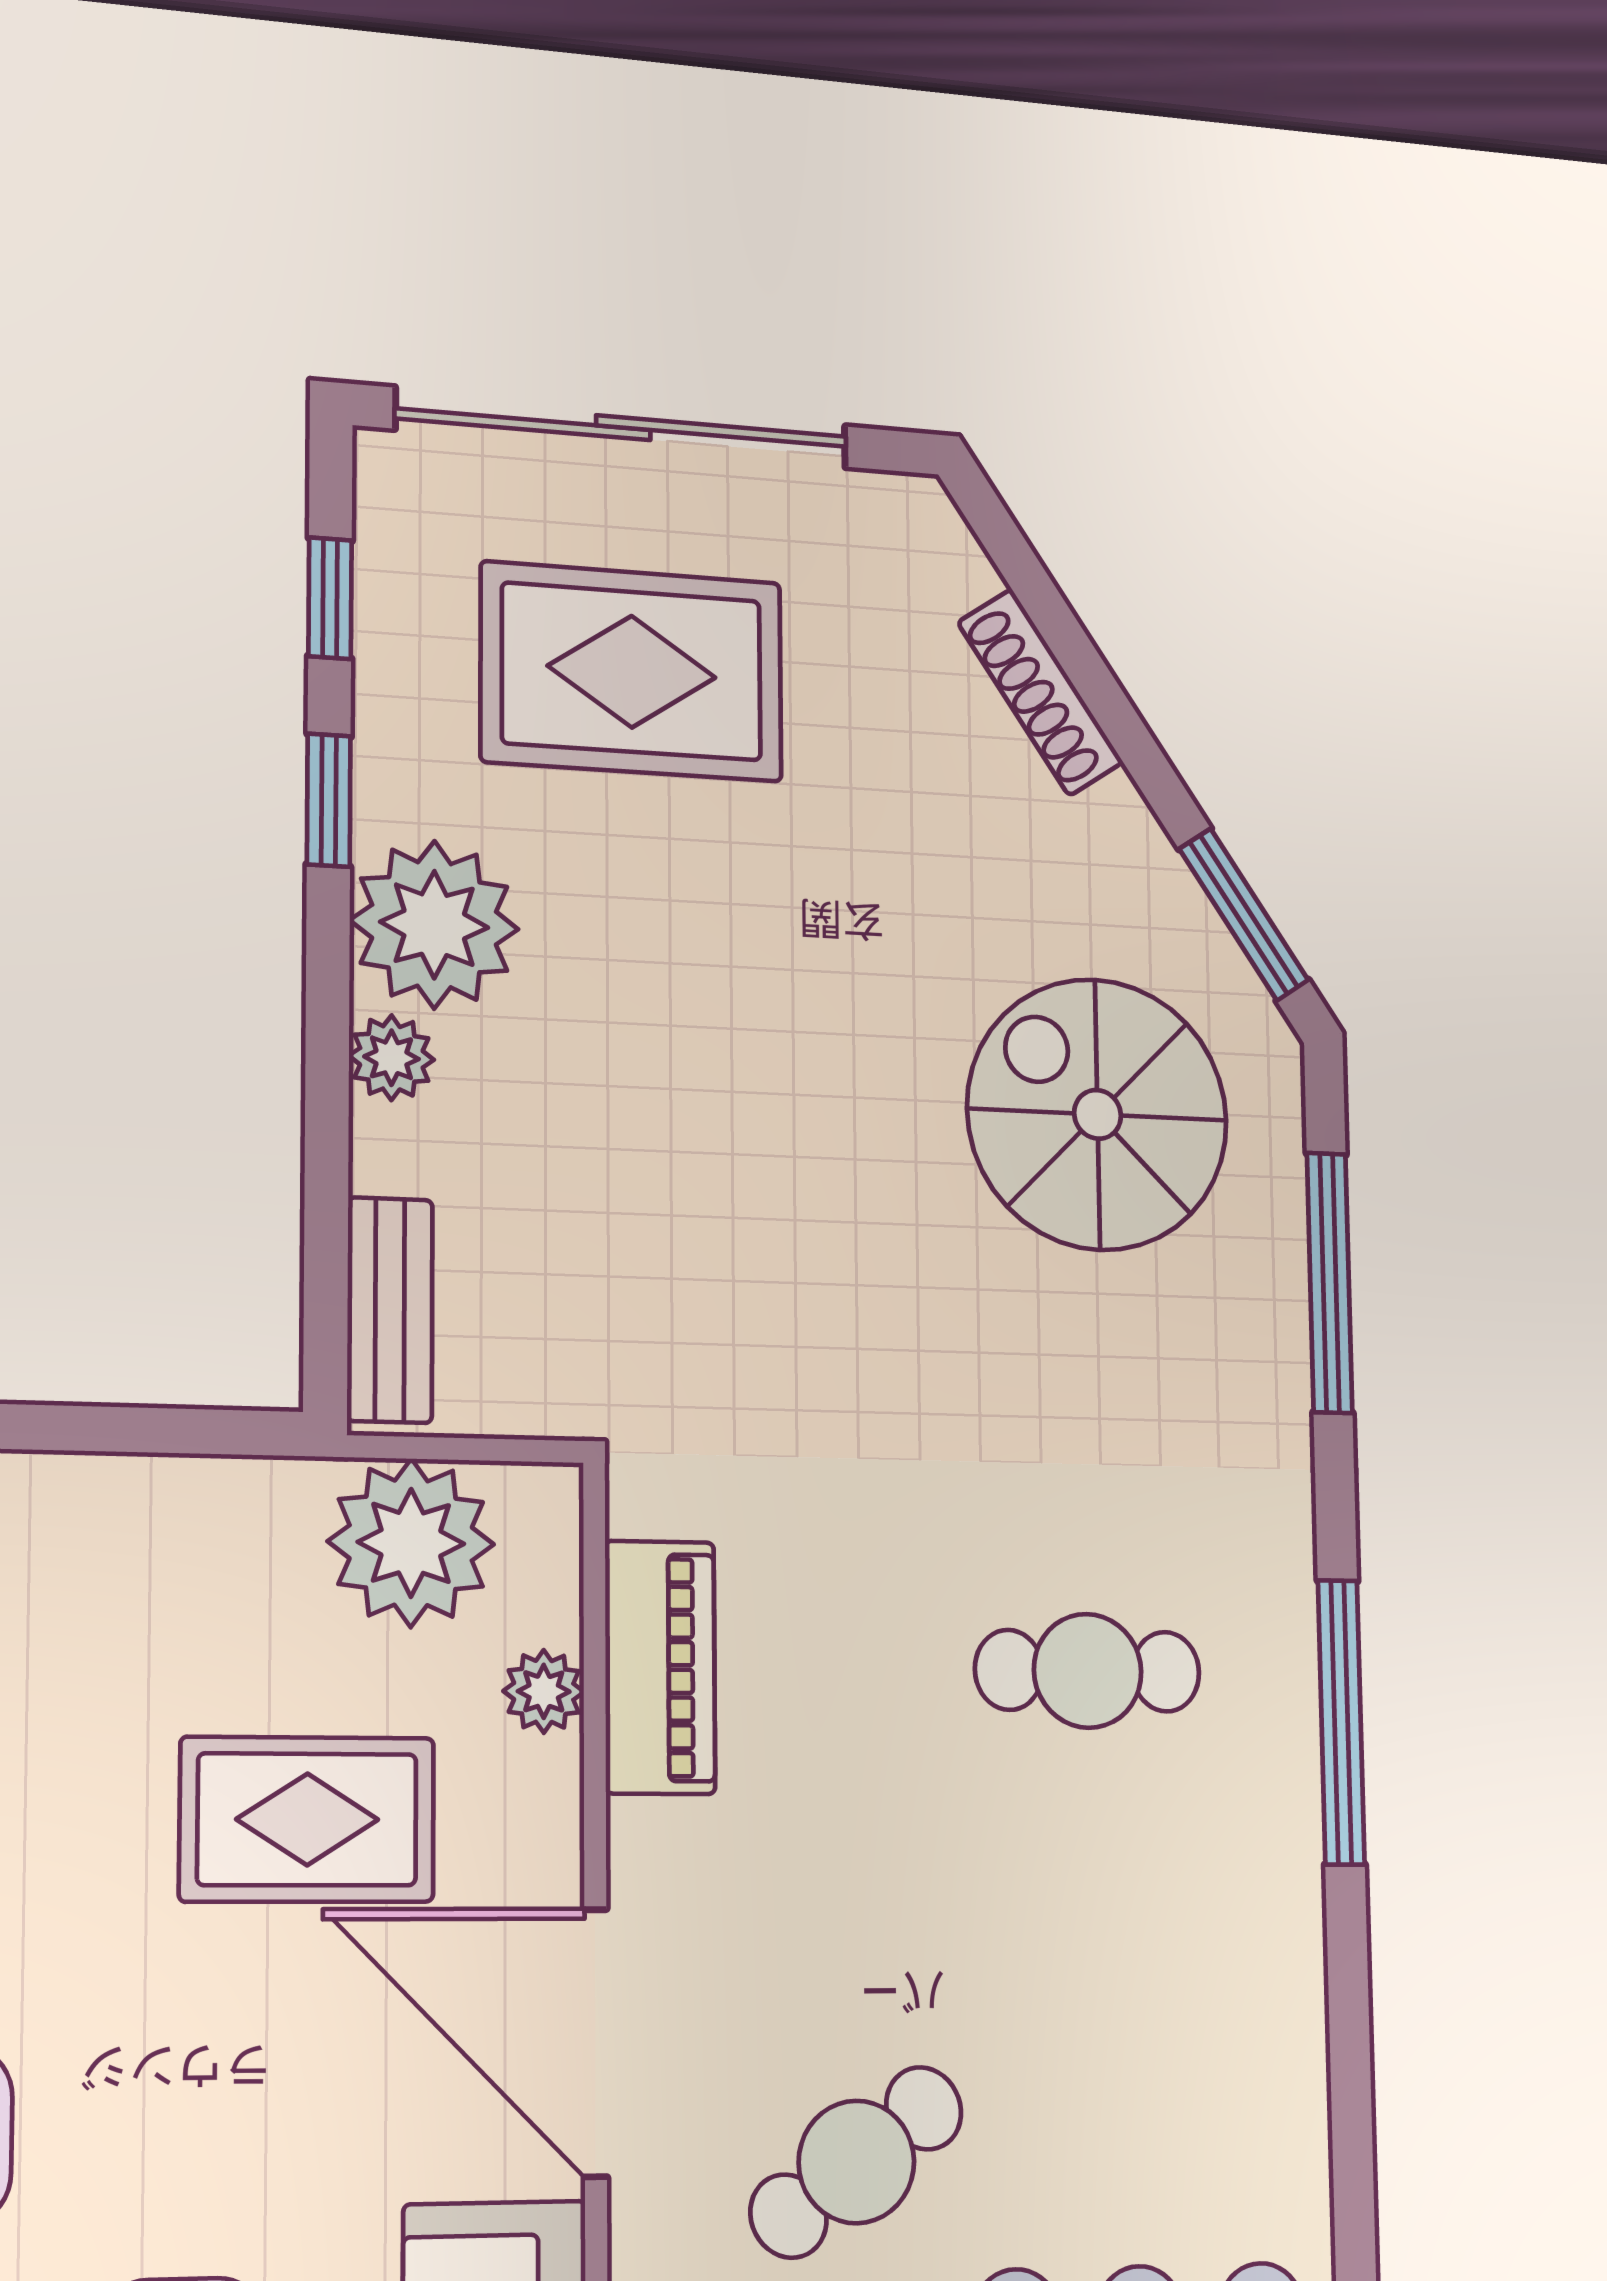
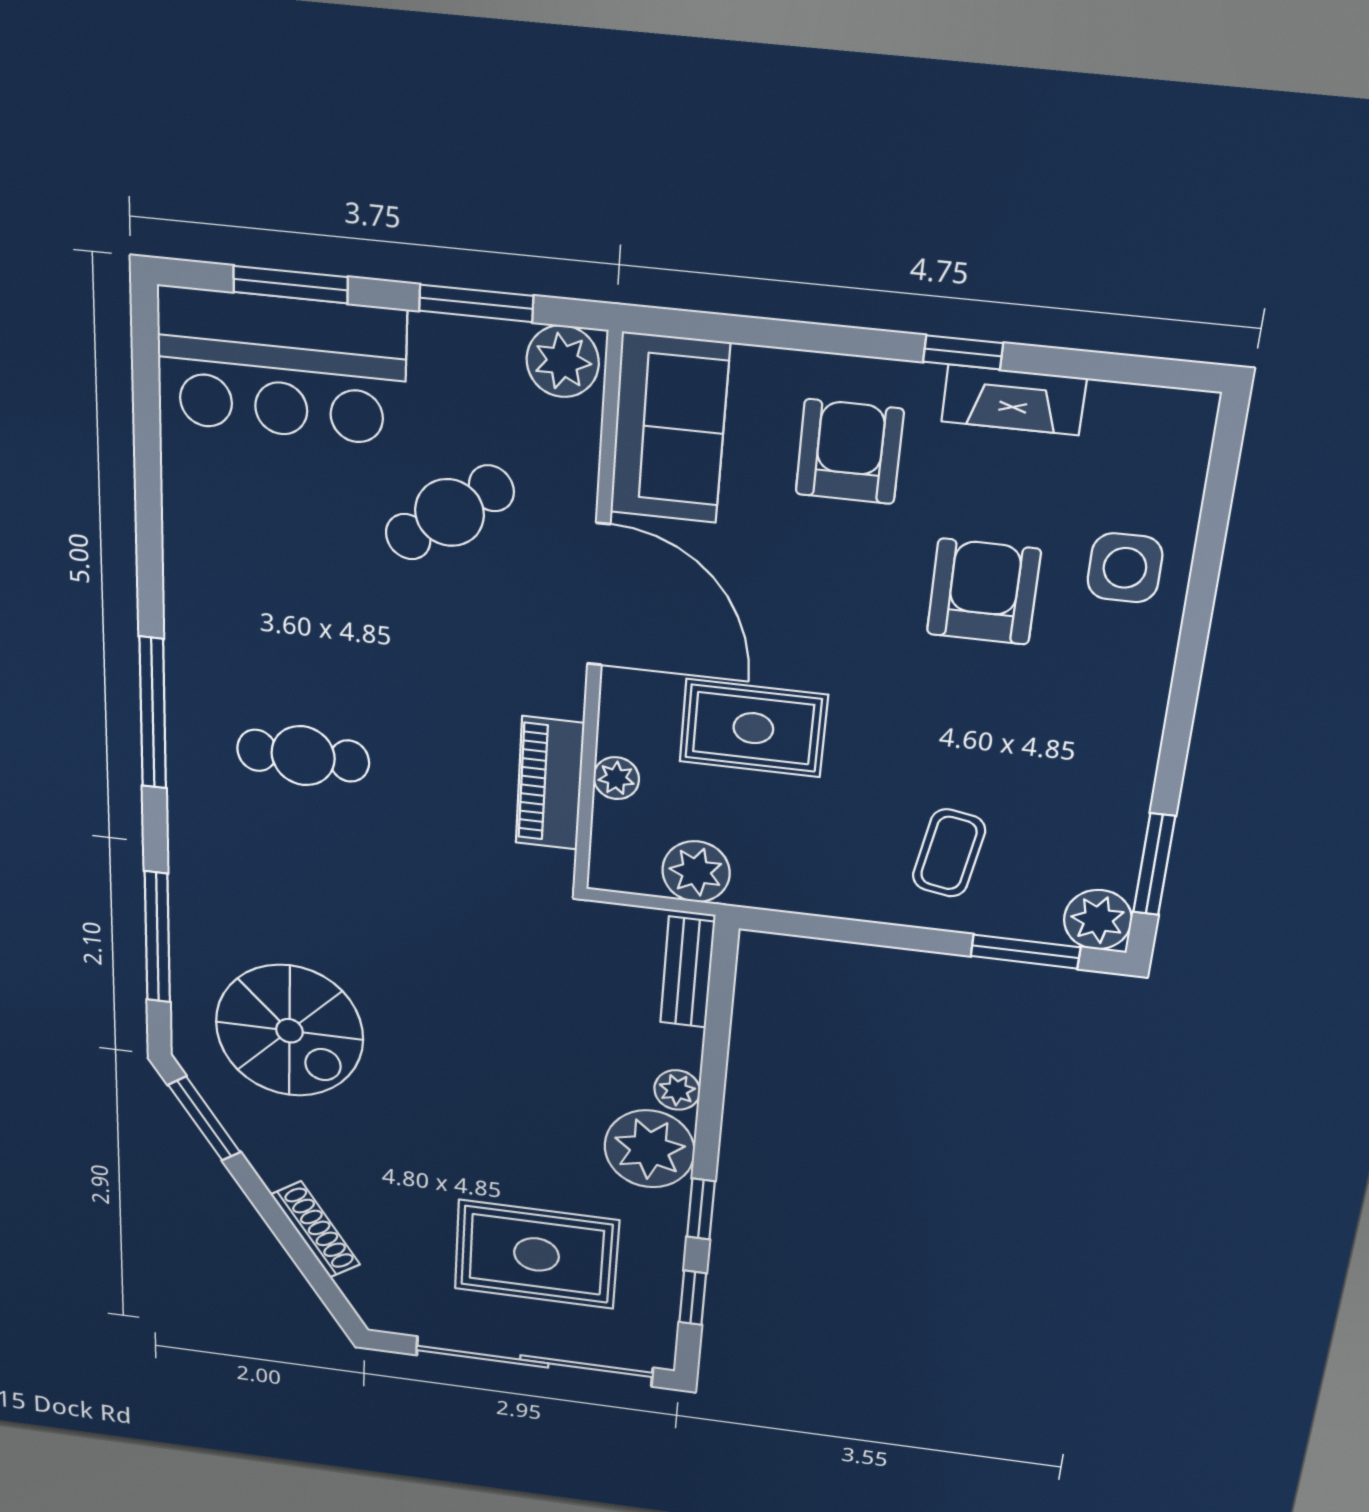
plant: (411, 1543) -> (696, 872), width x0.73, depth x0.73

